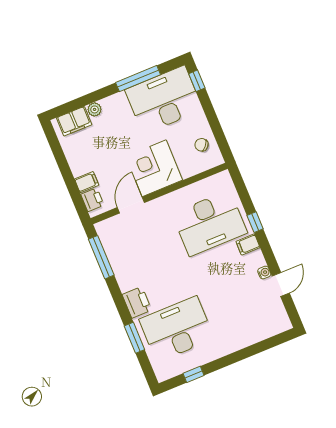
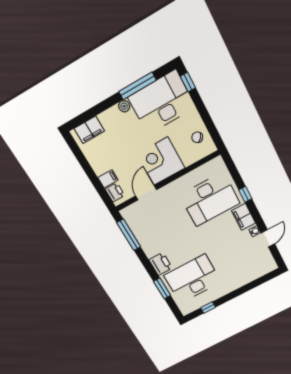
plant: (95, 109) -> (124, 106), moved
filing cabinet: (248, 244) -> (244, 217), width x2.00

